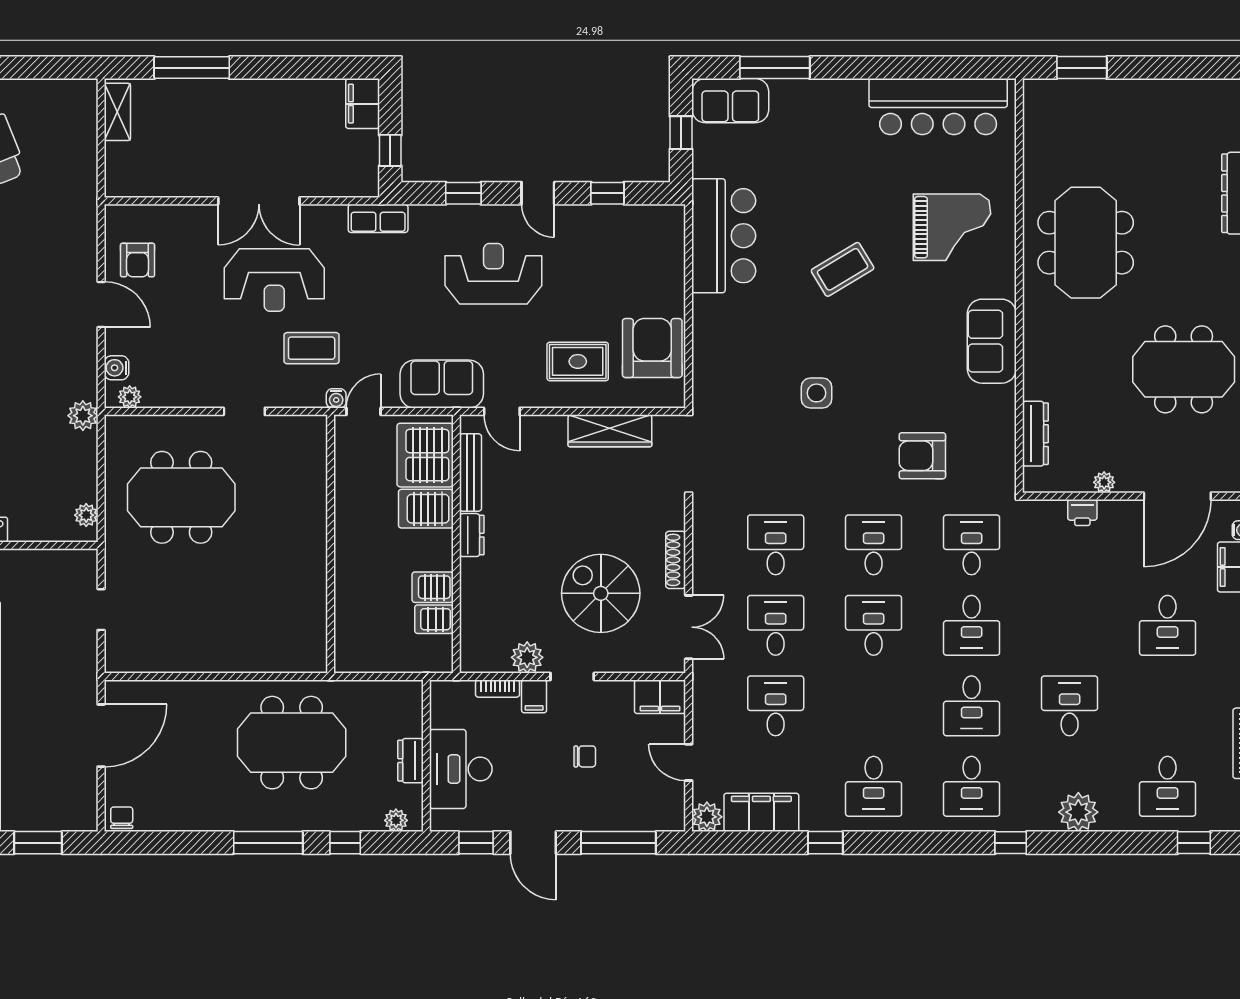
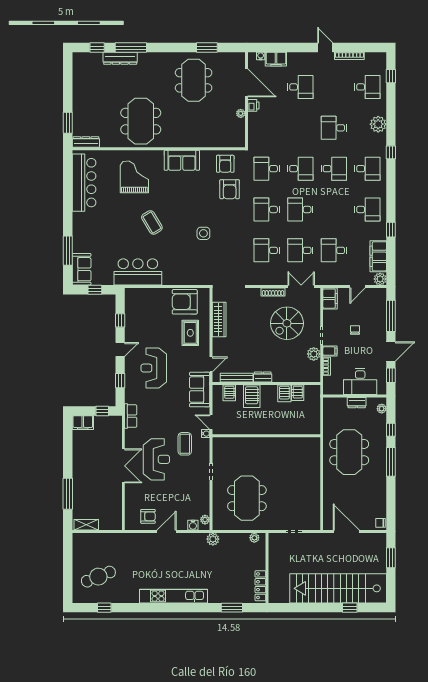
meeting table: (1086, 243) -> (141, 121), turned 90
dresser: (1035, 434) -> (86, 142), moved
armchair: (983, 445) -> (225, 164), added
server rack: (425, 455) -> (229, 393), width x0.46, depth x0.70
printer: (1082, 513) -> (253, 105), moved

